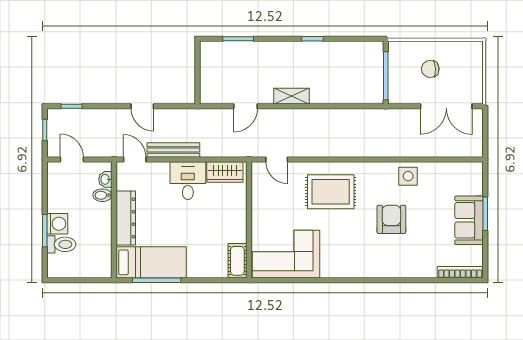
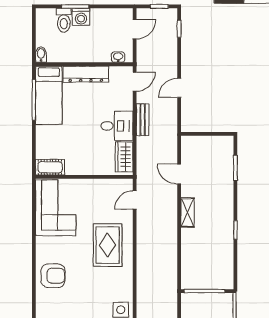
bench: (173, 150) -> (143, 120), width x0.73
bidet: (102, 195) -> (41, 55), moved
armchair: (391, 219) -> (53, 276), moved

